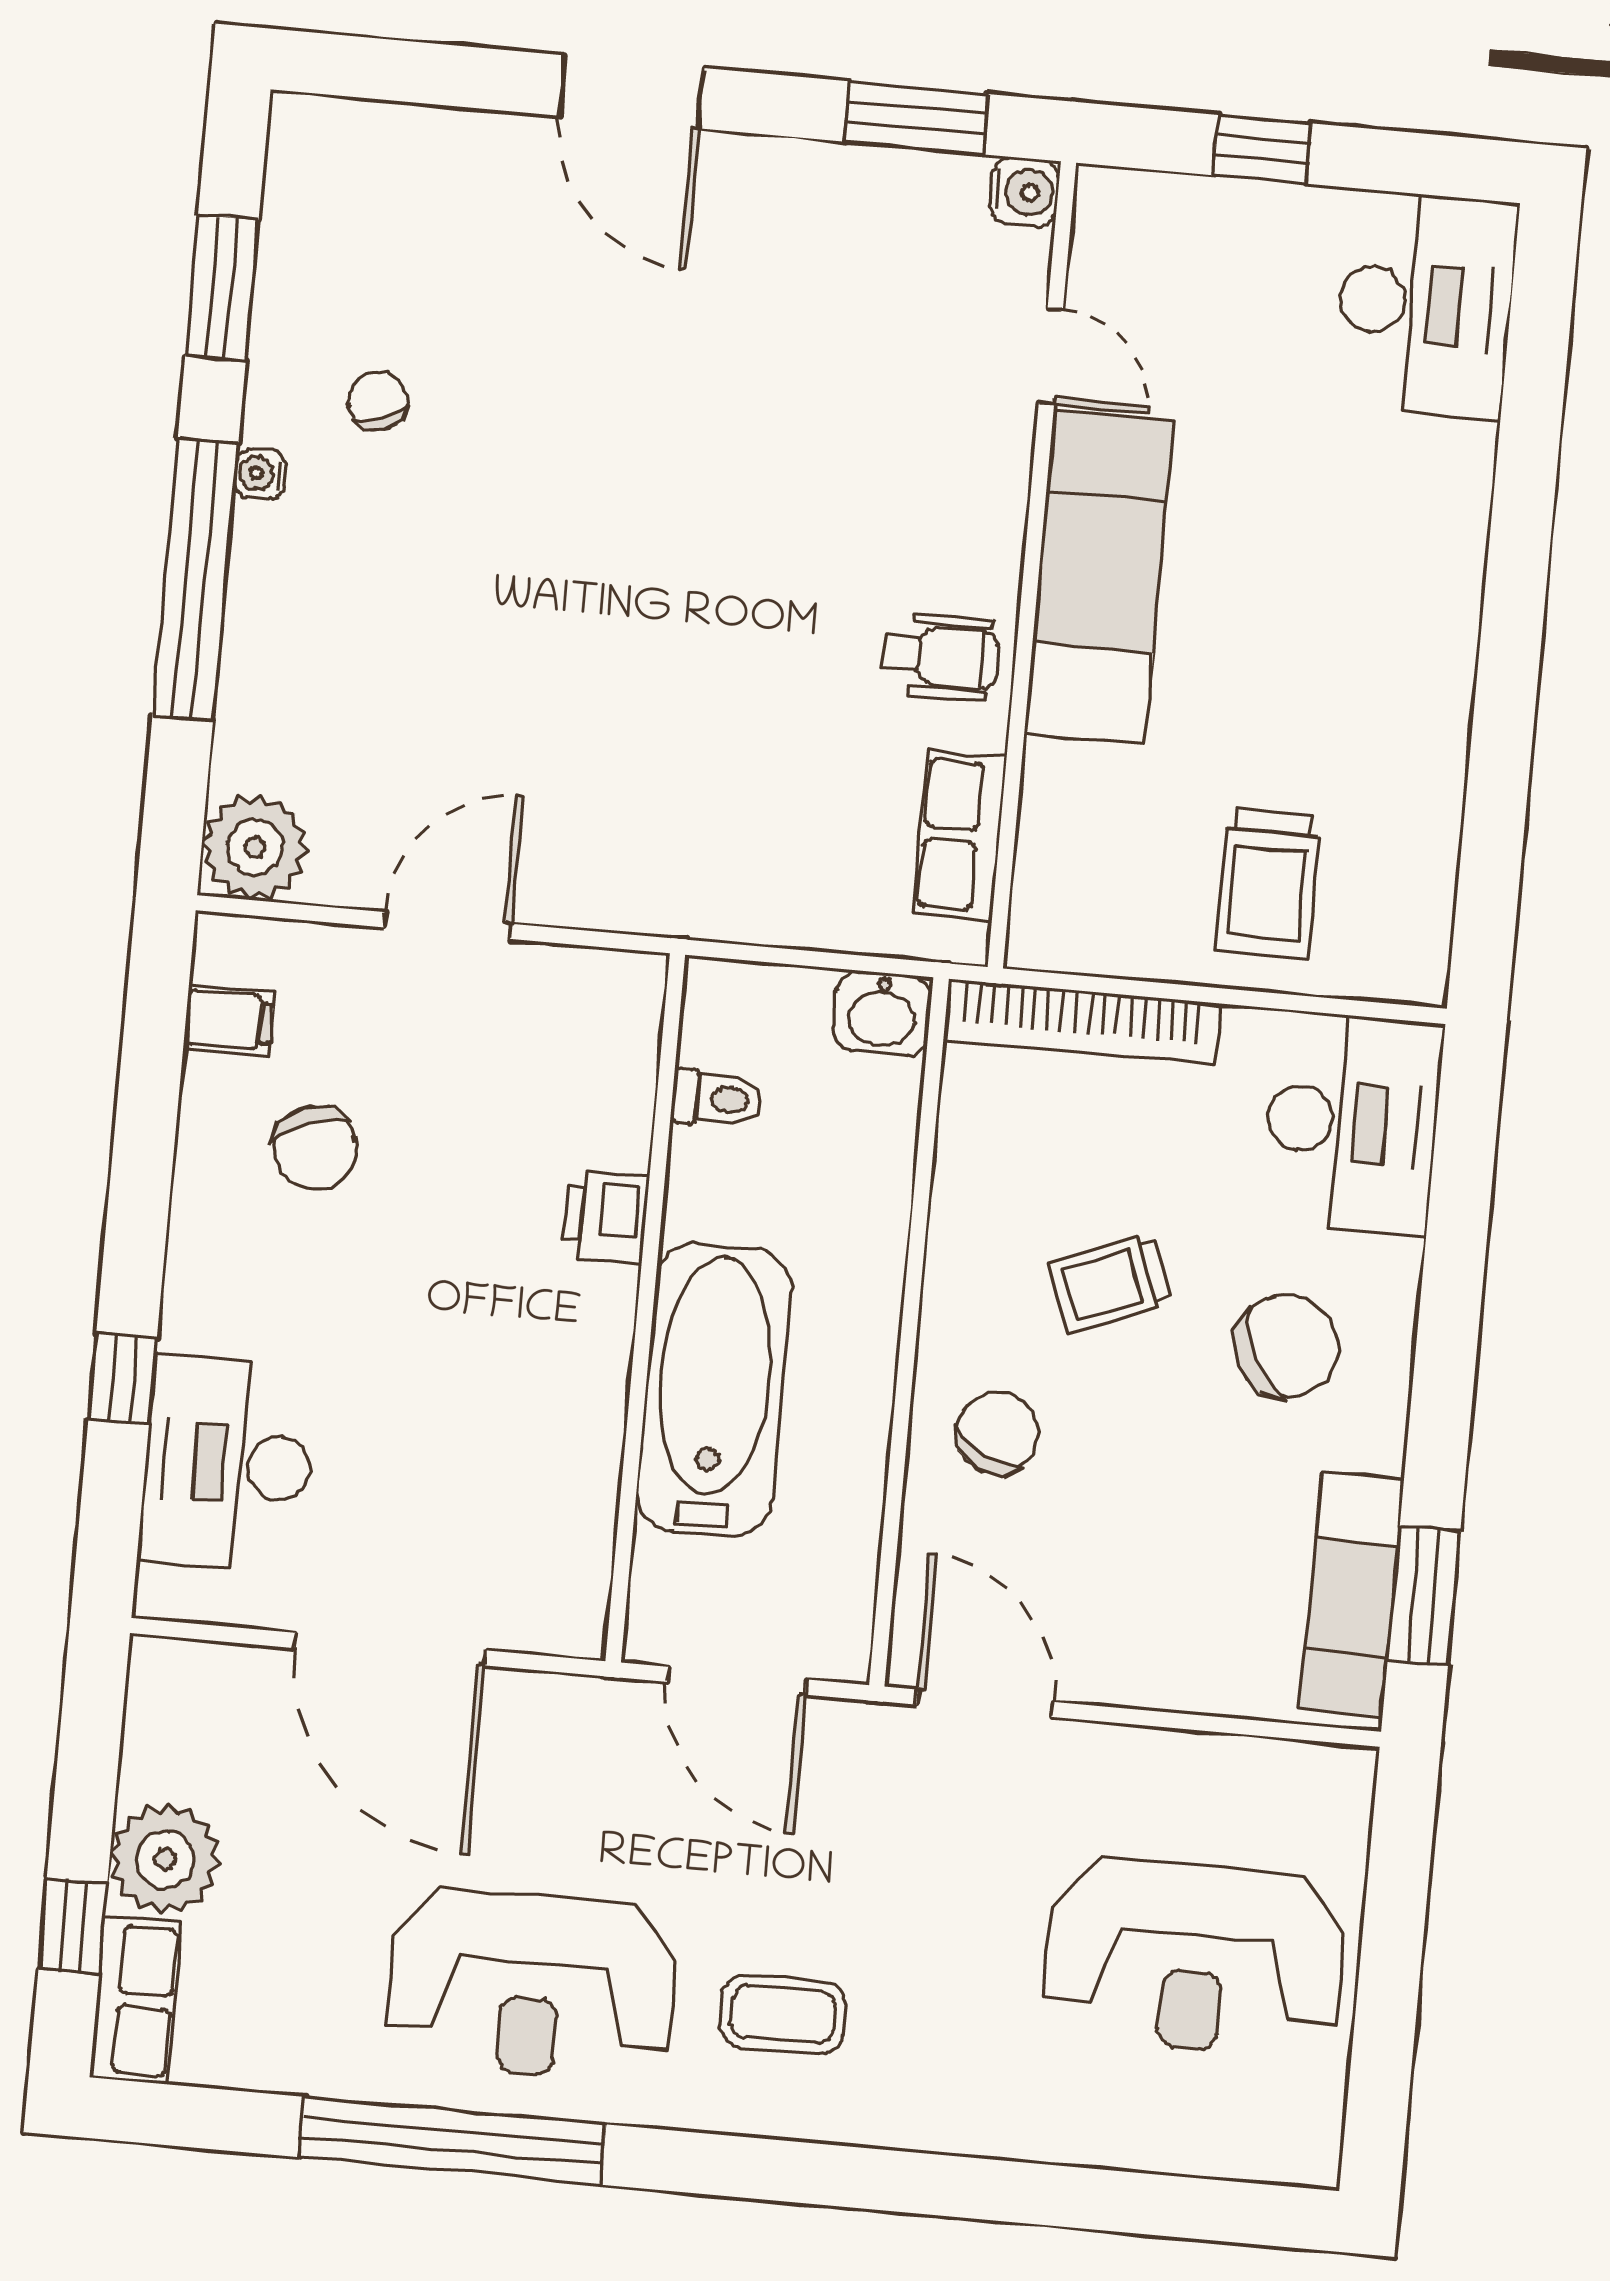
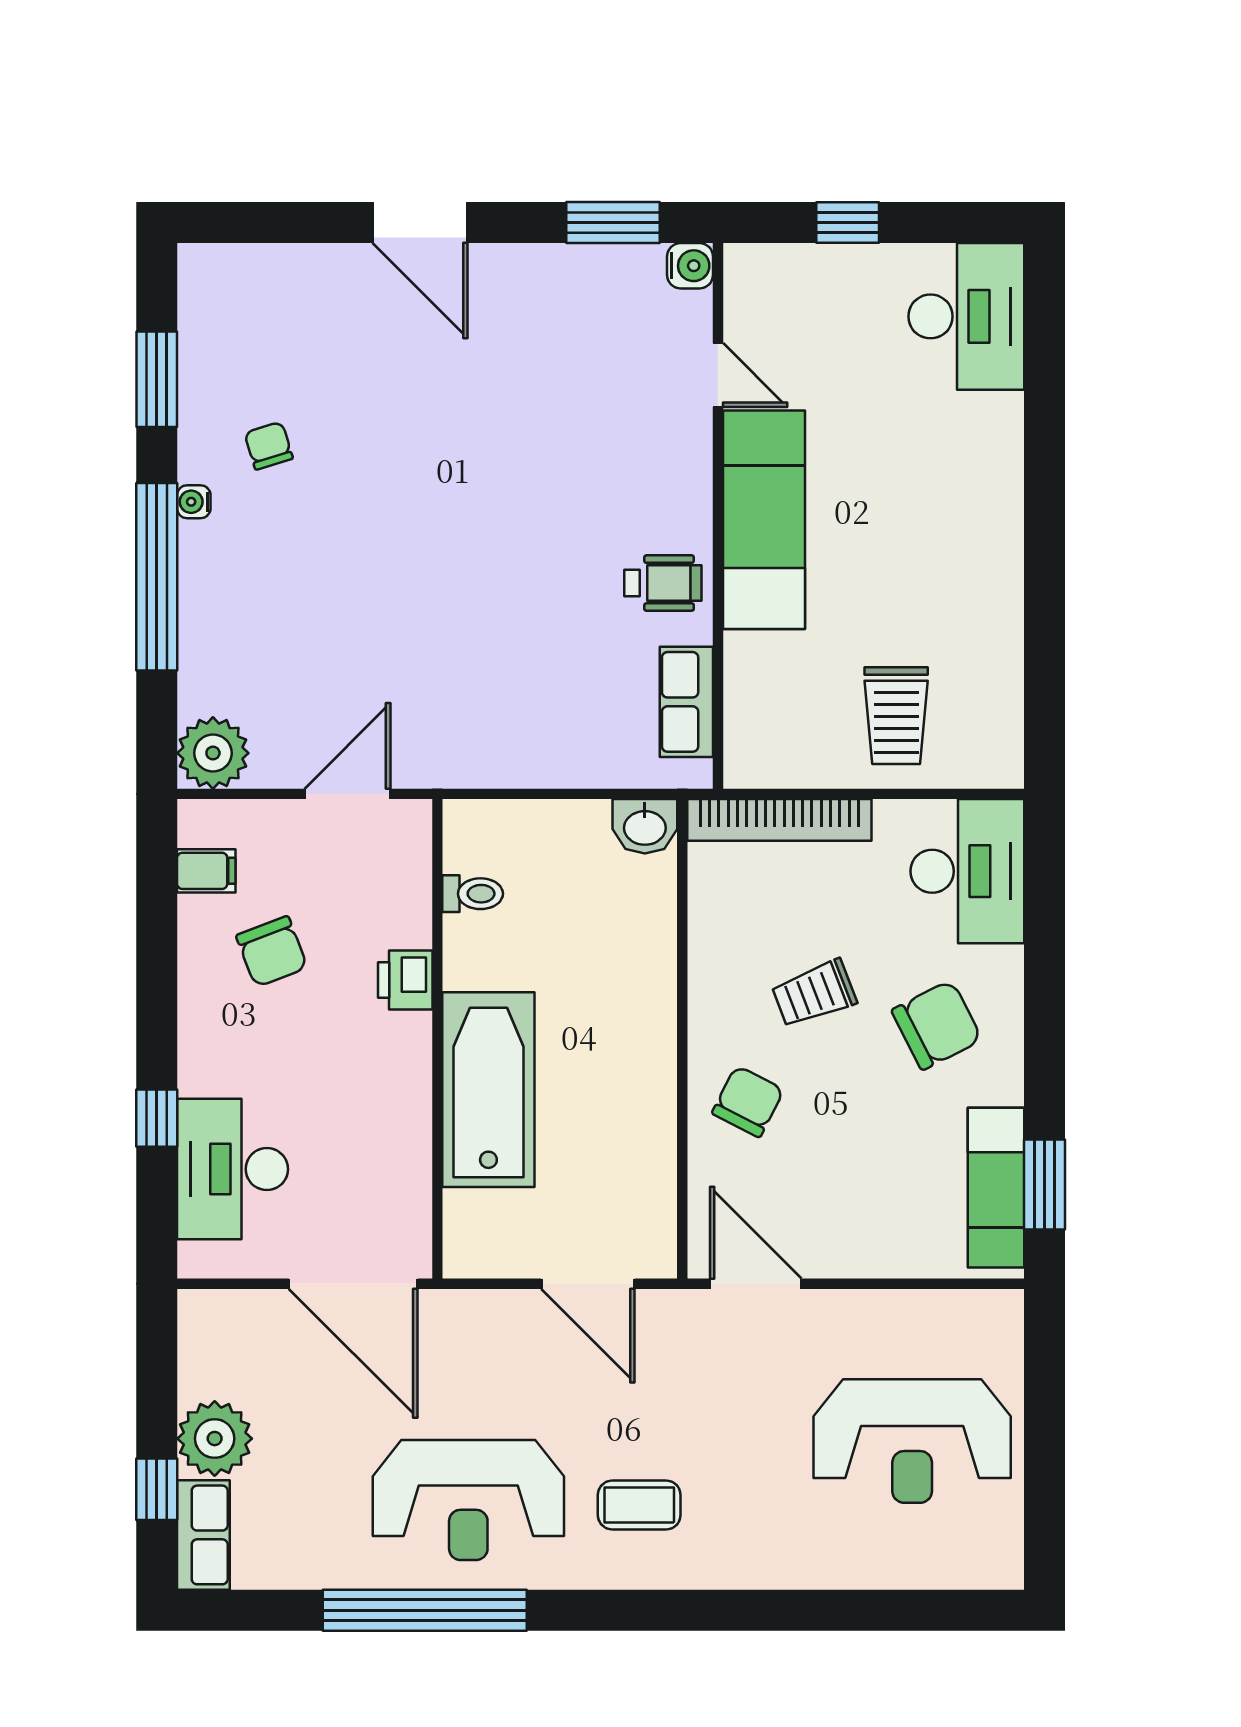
toilet: (717, 1099) -> (473, 894), moved
printer: (606, 1217) -> (405, 980), moved
wall: (645, 1308) -> (437, 1039), moved
bathtub: (714, 1390) -> (488, 1090), moved

